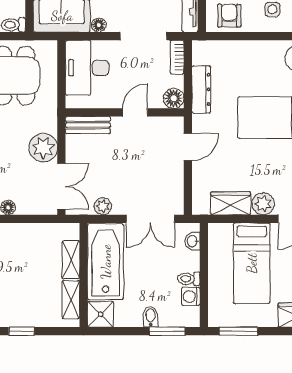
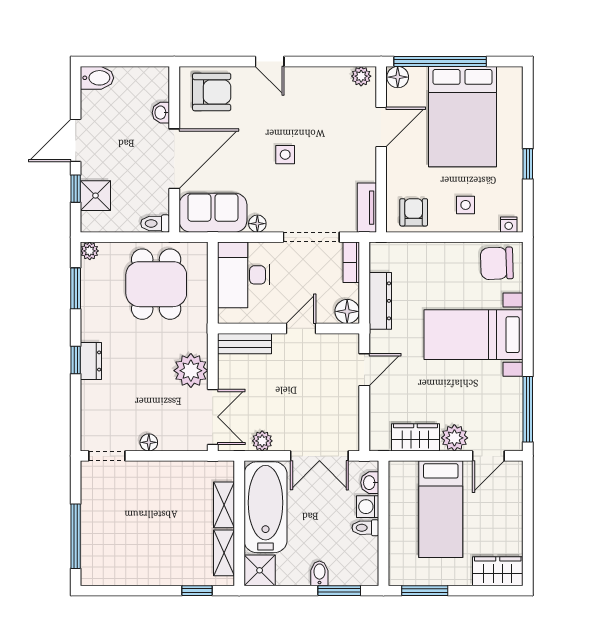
washing machine: (191, 296) -> (368, 507), moved
window: (21, 331) -> (197, 591), moved

